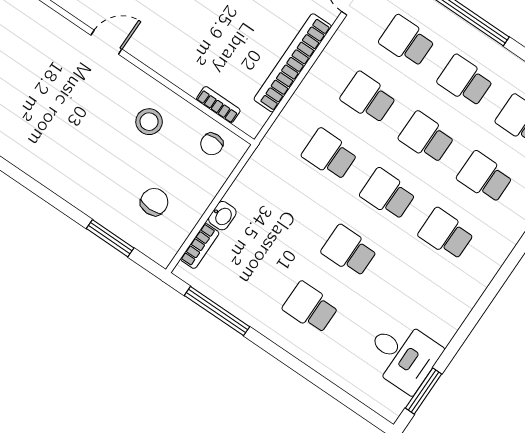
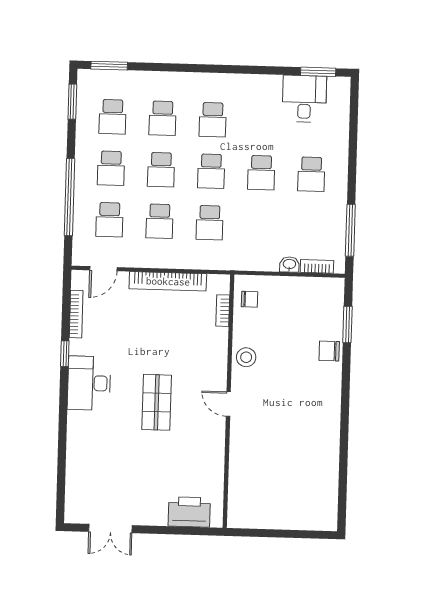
stool: (149, 122) -> (246, 357), moved
chair: (154, 202) -> (329, 351), moved

